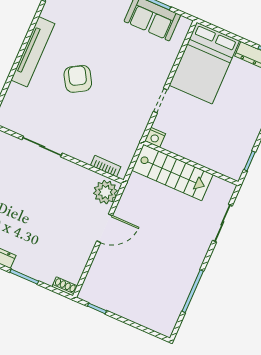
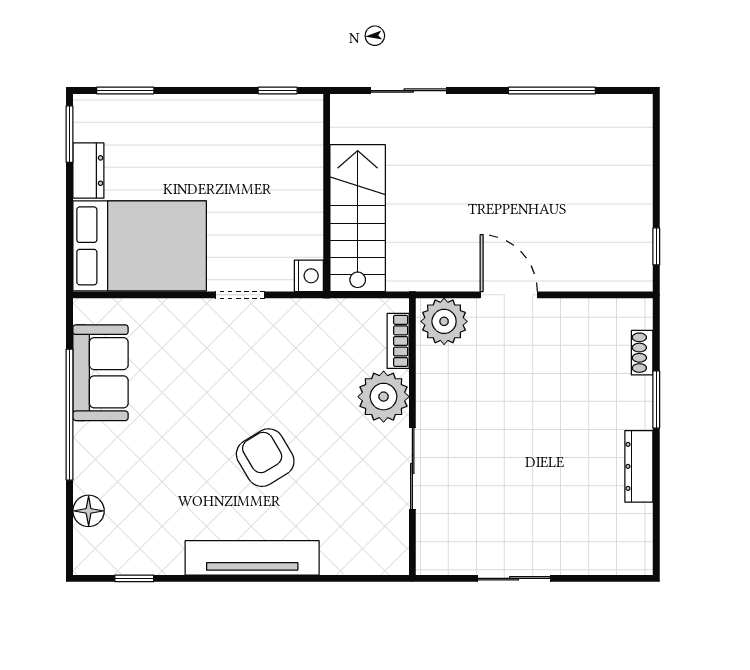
armchair: (78, 79) -> (265, 458), turned 90
plant: (82, 148) -> (384, 397), added
shoe rack: (65, 286) -> (642, 353), moved

